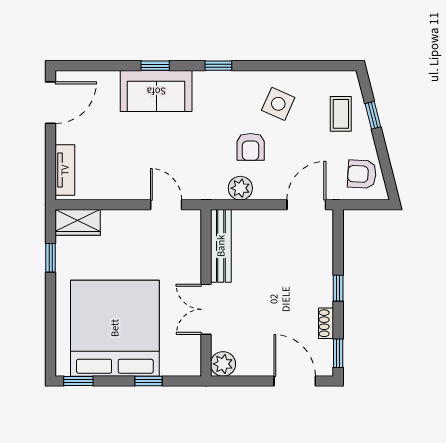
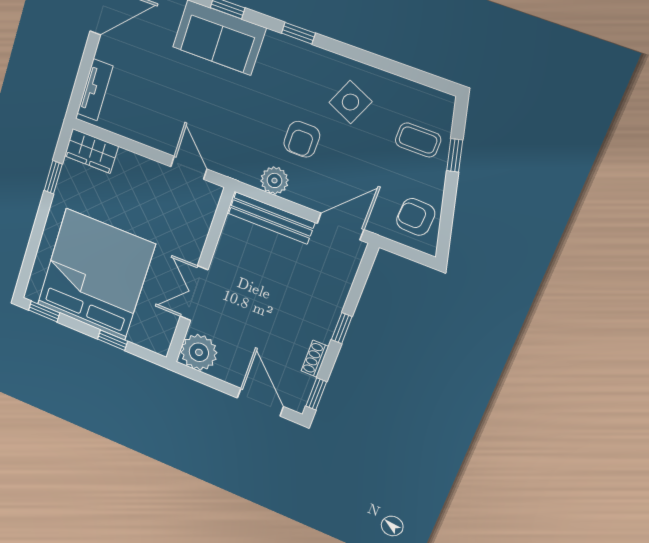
coffee table: (341, 114) -> (418, 140), turned 90
bench: (221, 246) -> (272, 218), moved, turned 90
plant: (223, 364) -> (199, 352), width x1.36, depth x1.36

